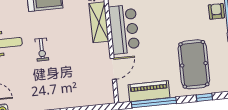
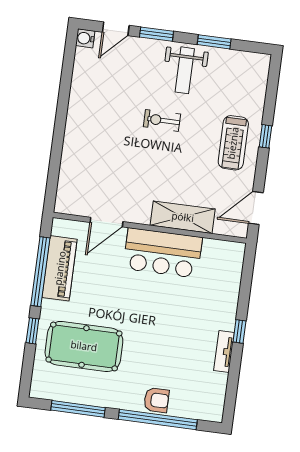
door: (113, 69) -> (107, 222), hinge flipped
window: (204, 97) -> (32, 331), moved

